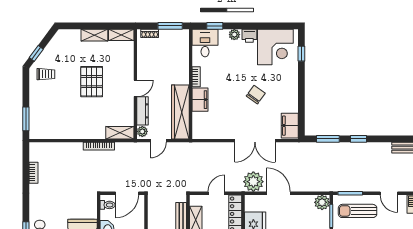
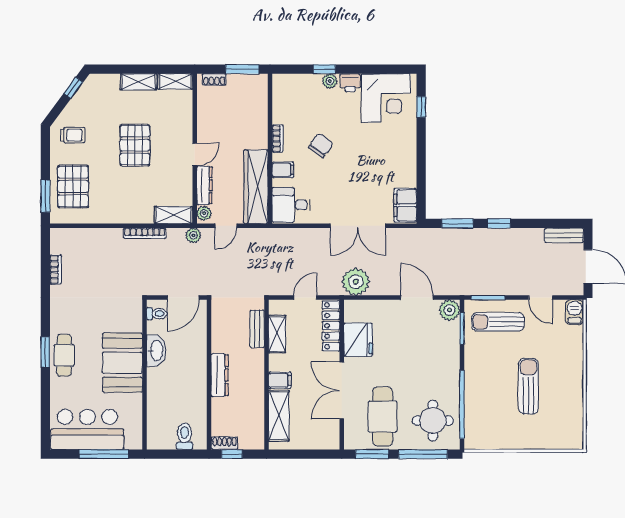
window: (215, 26) -> (324, 69), moved
desk: (205, 43) -> (291, 205), moved, turned -90
window: (36, 53) -> (73, 88), moved
chair: (256, 95) -> (321, 145), moved
filing cabinet: (200, 100) -> (283, 170), width x0.50
pallet: (46, 112) -> (73, 186), added
plant: (134, 148) -> (193, 235), added
door: (278, 193) -> (417, 298), moved

